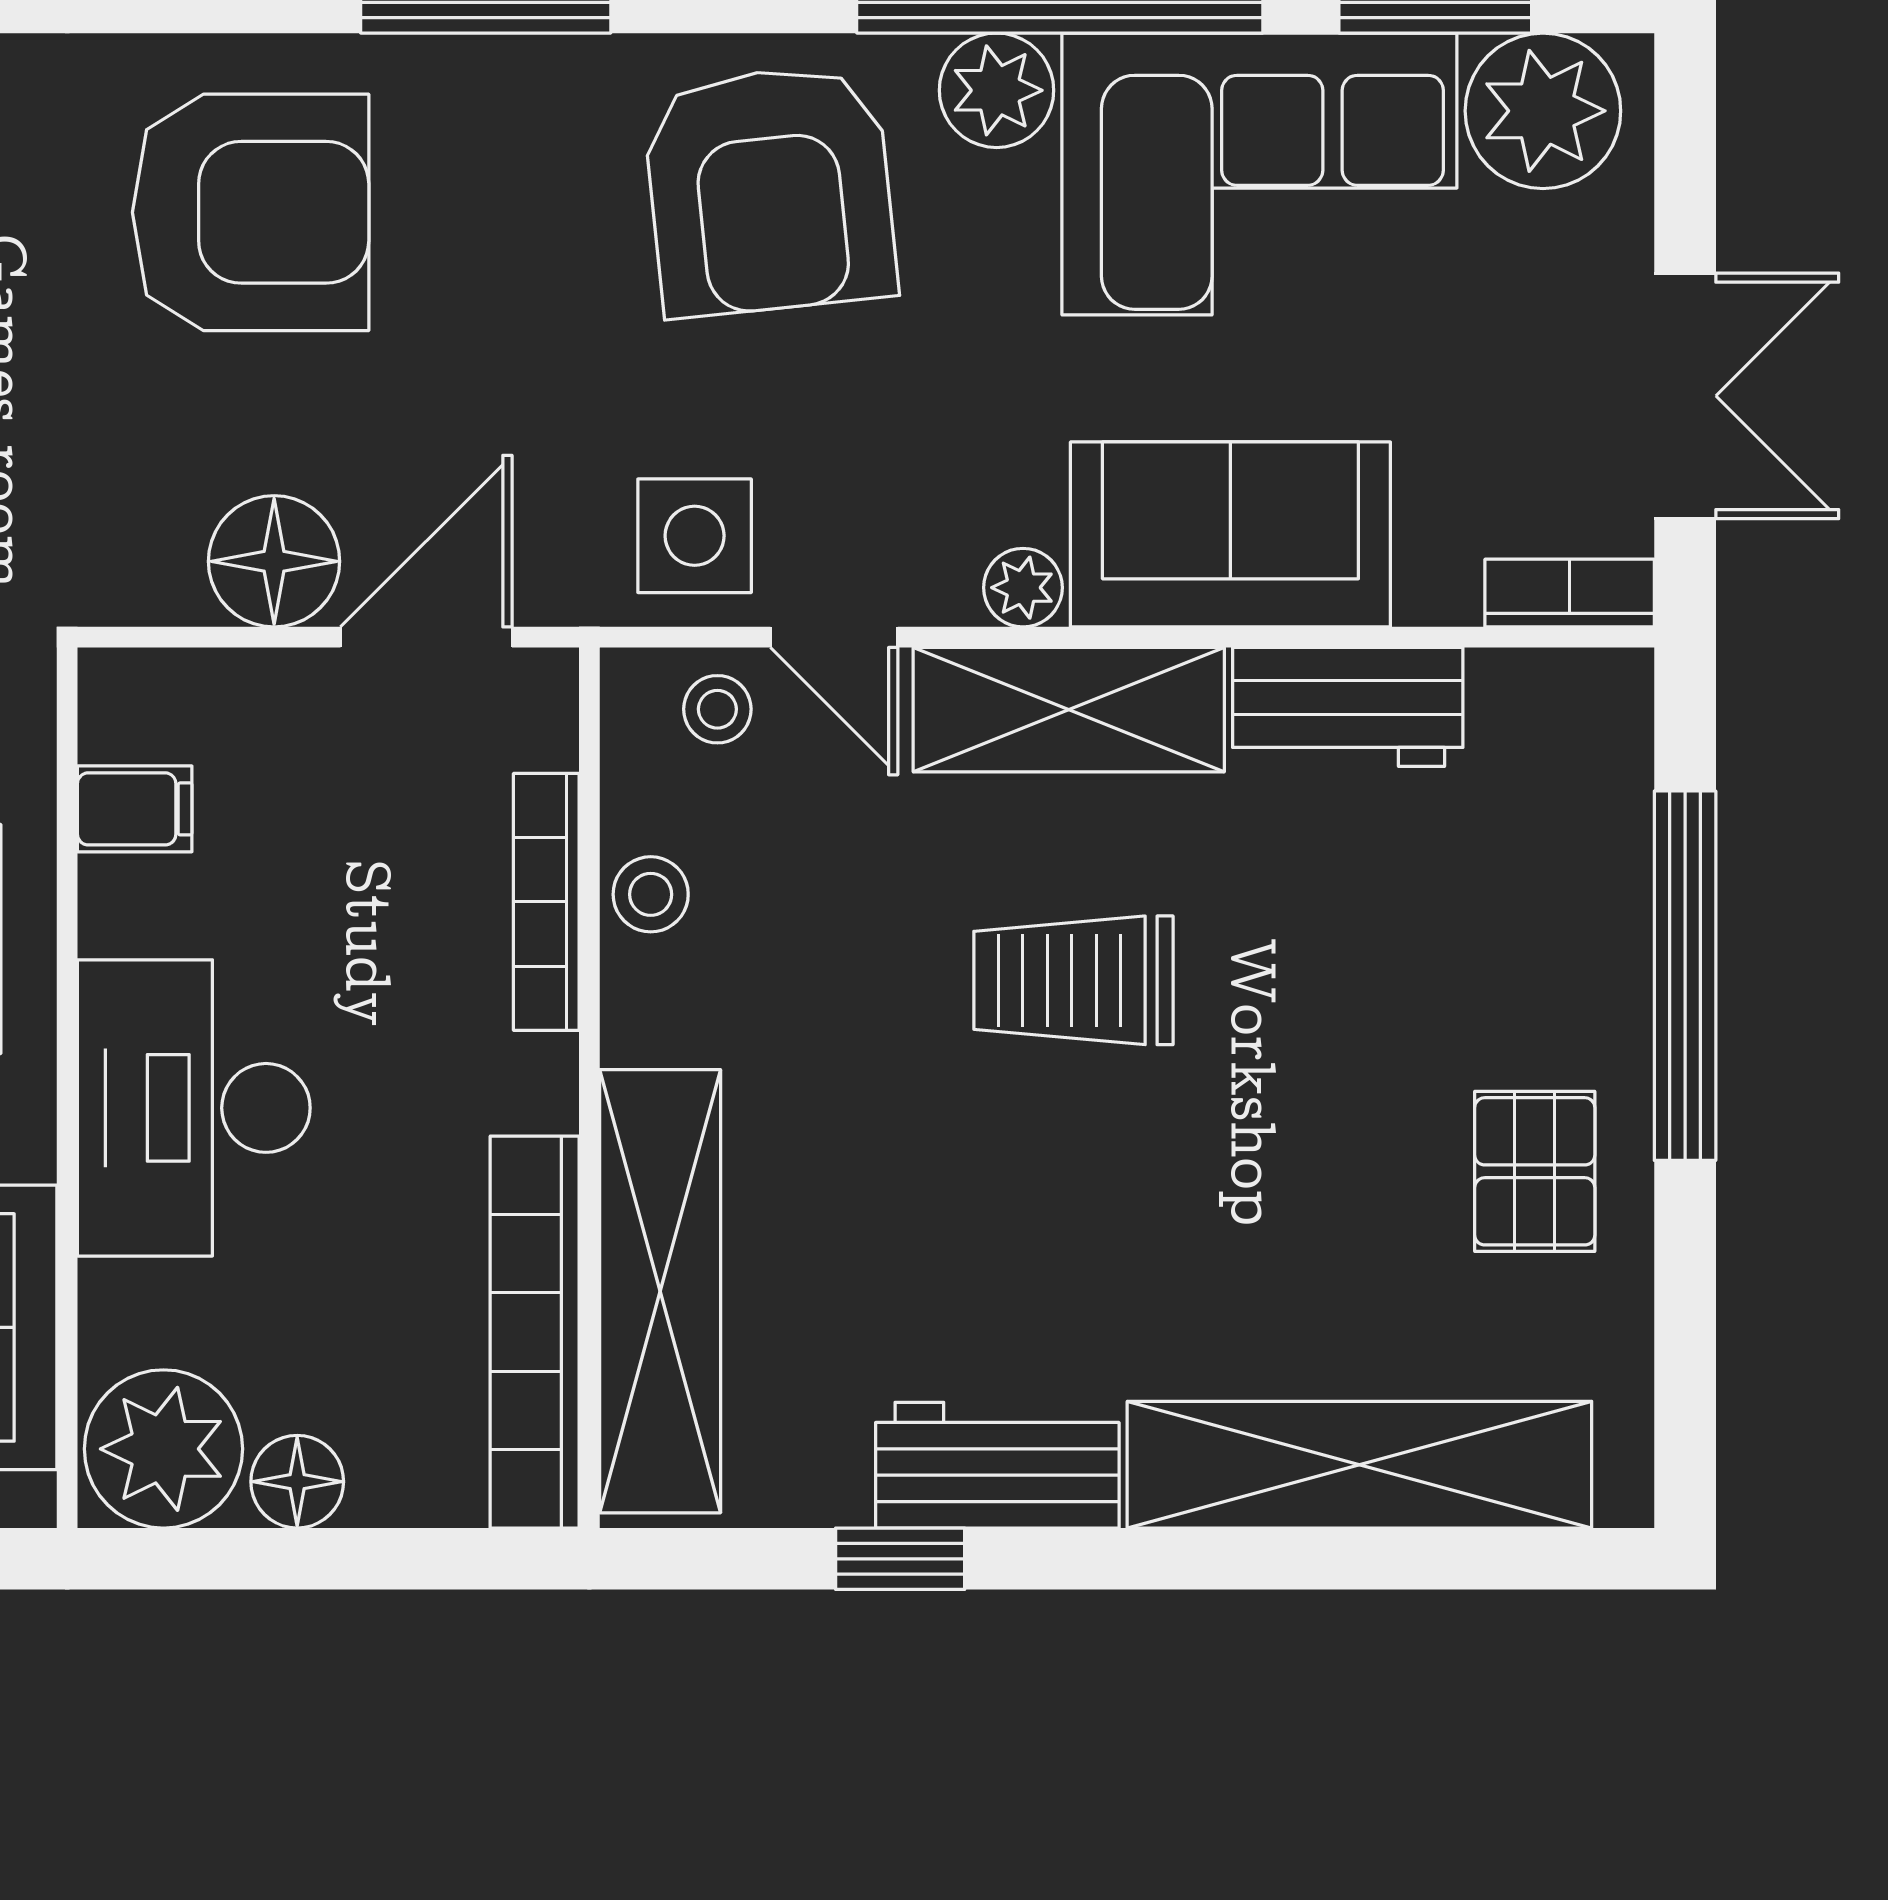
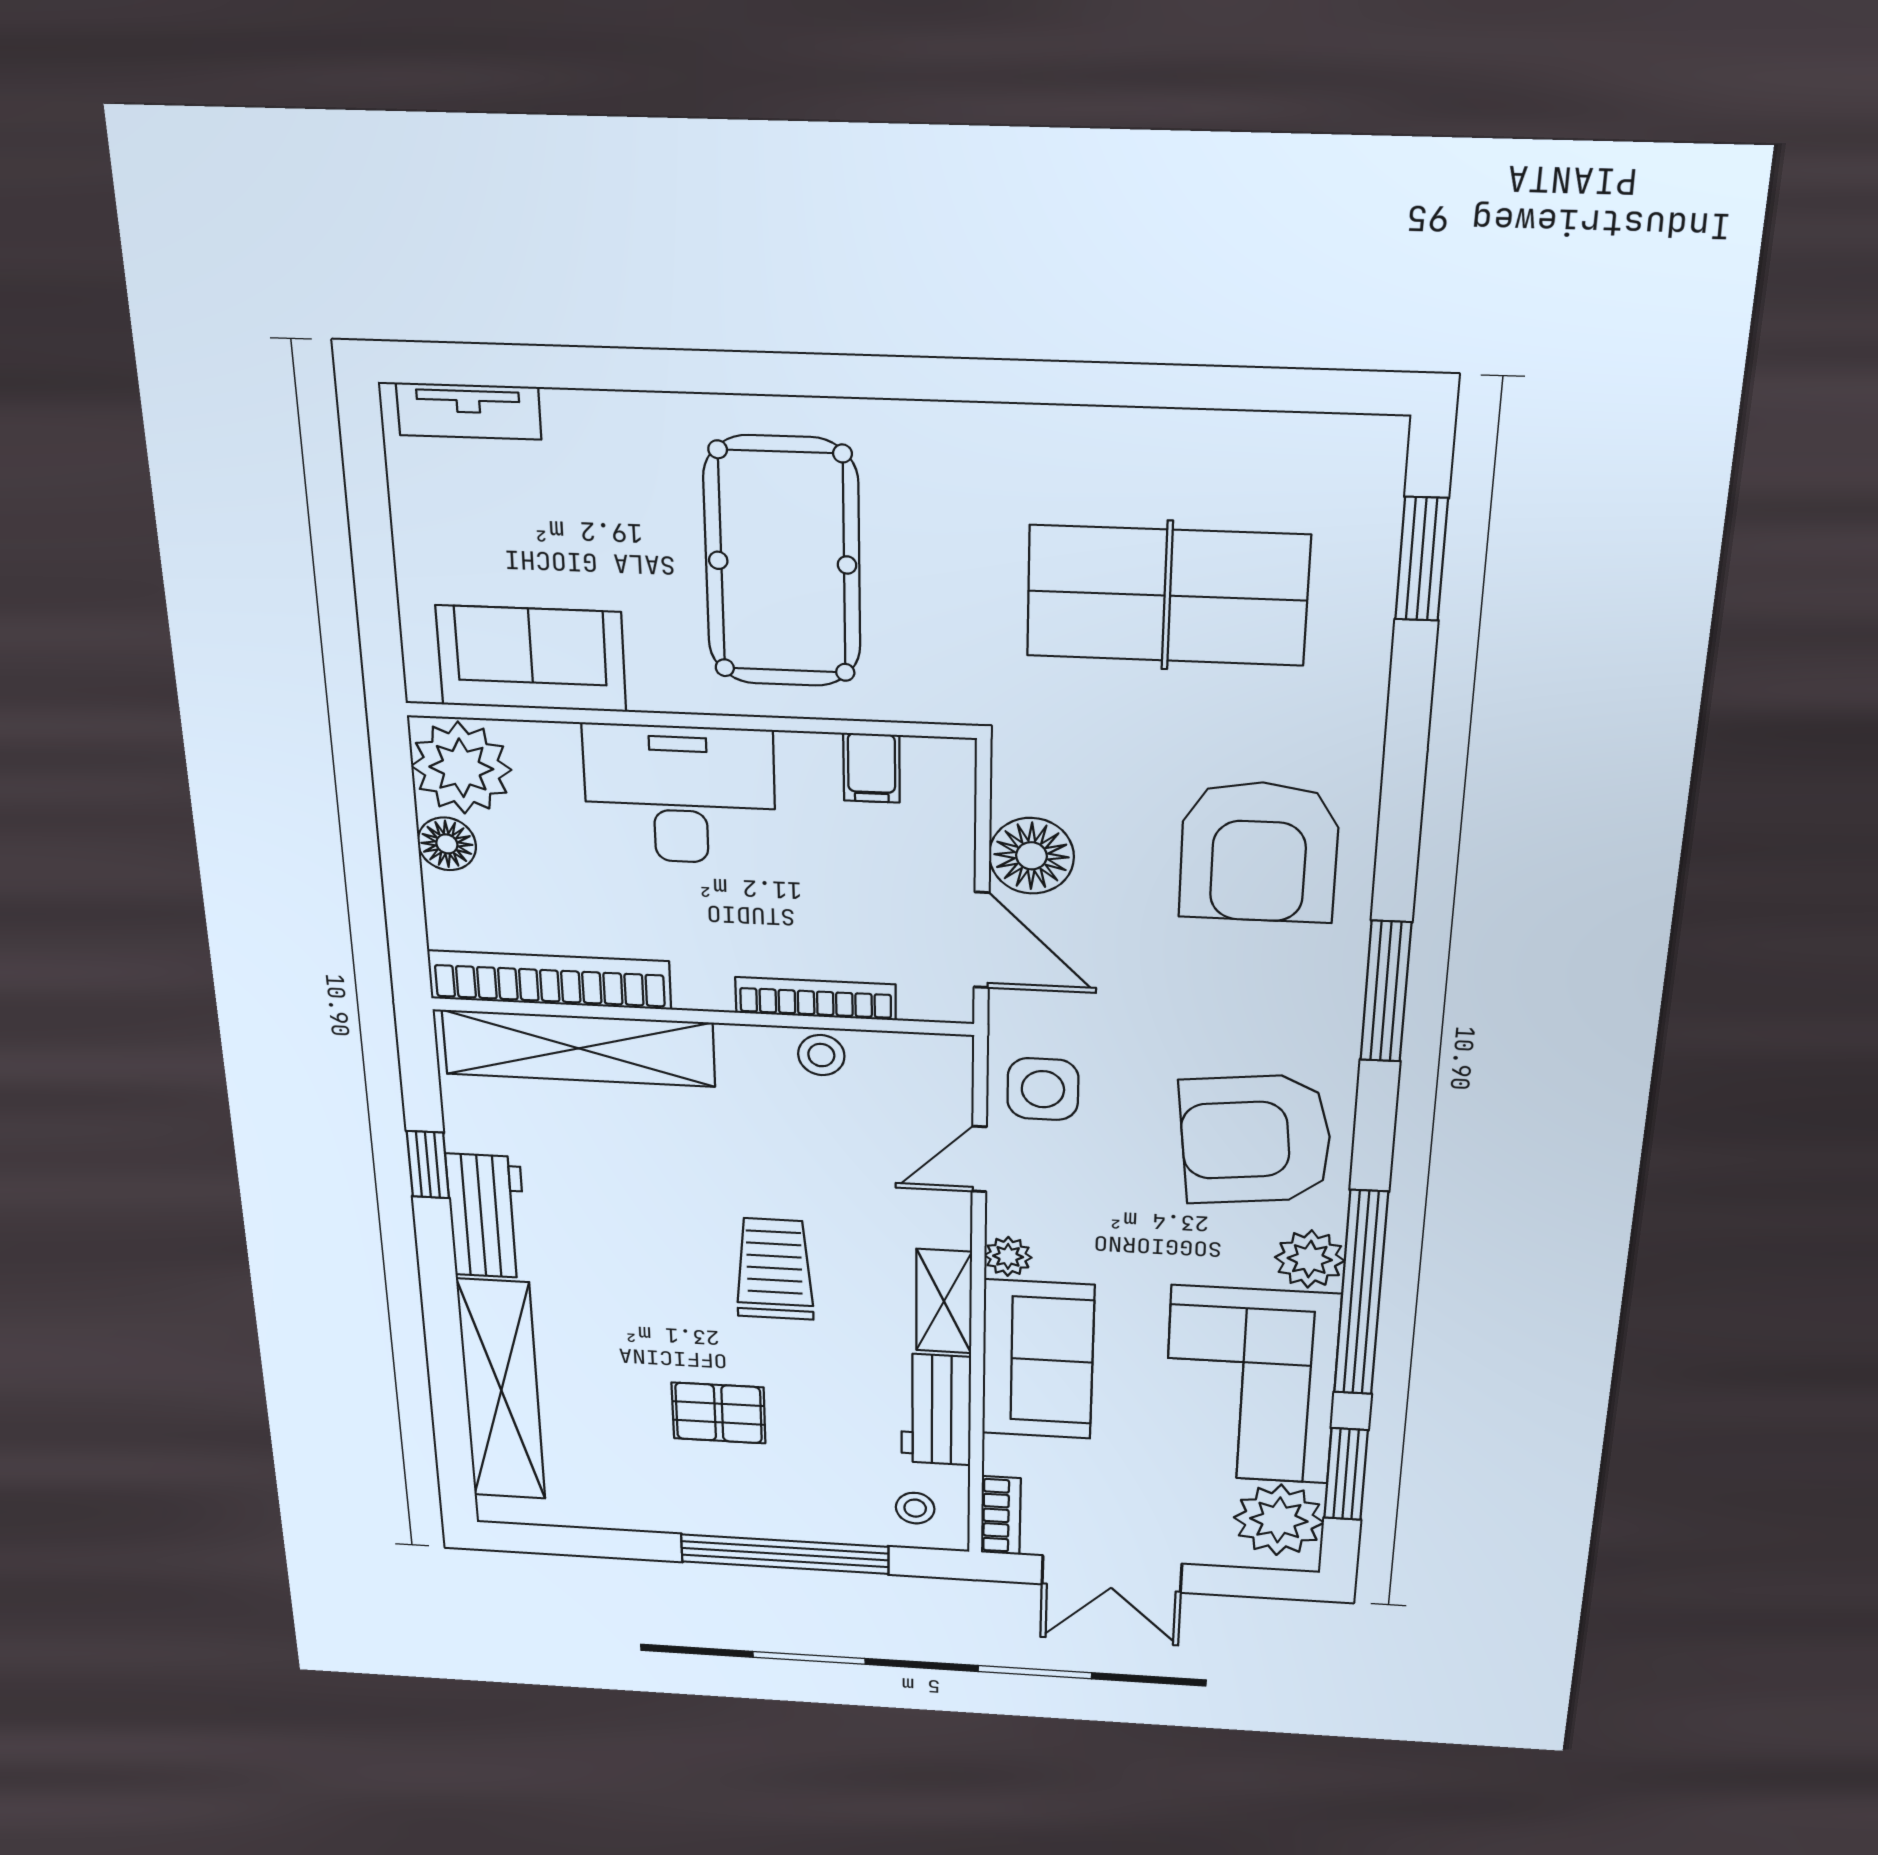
stool: (717, 709) -> (915, 1508), moved
shelving: (1069, 710) -> (944, 1301), width x0.67, depth x0.75
pallet: (1535, 1171) -> (719, 1413), moved

